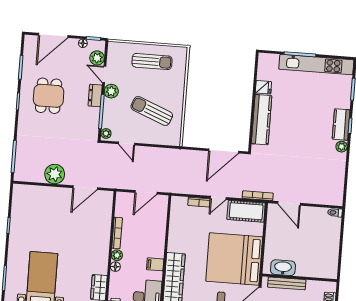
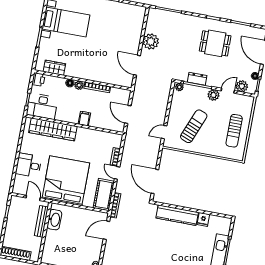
dresser: (95, 96) -> (197, 79), moved
door: (126, 144) -> (164, 132), moved
filing cabinet: (155, 264) -> (84, 119), moved

